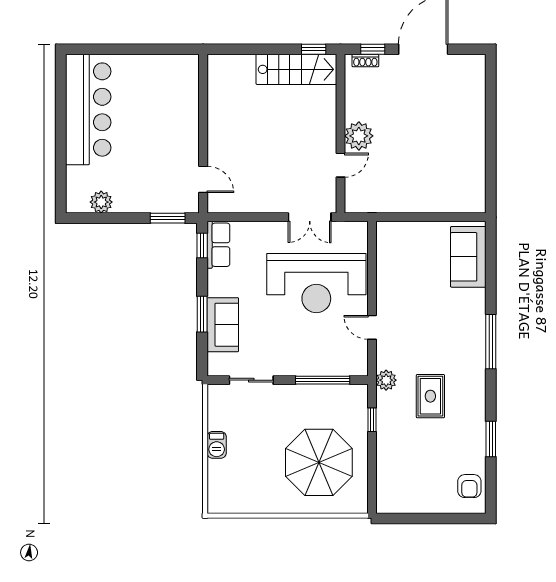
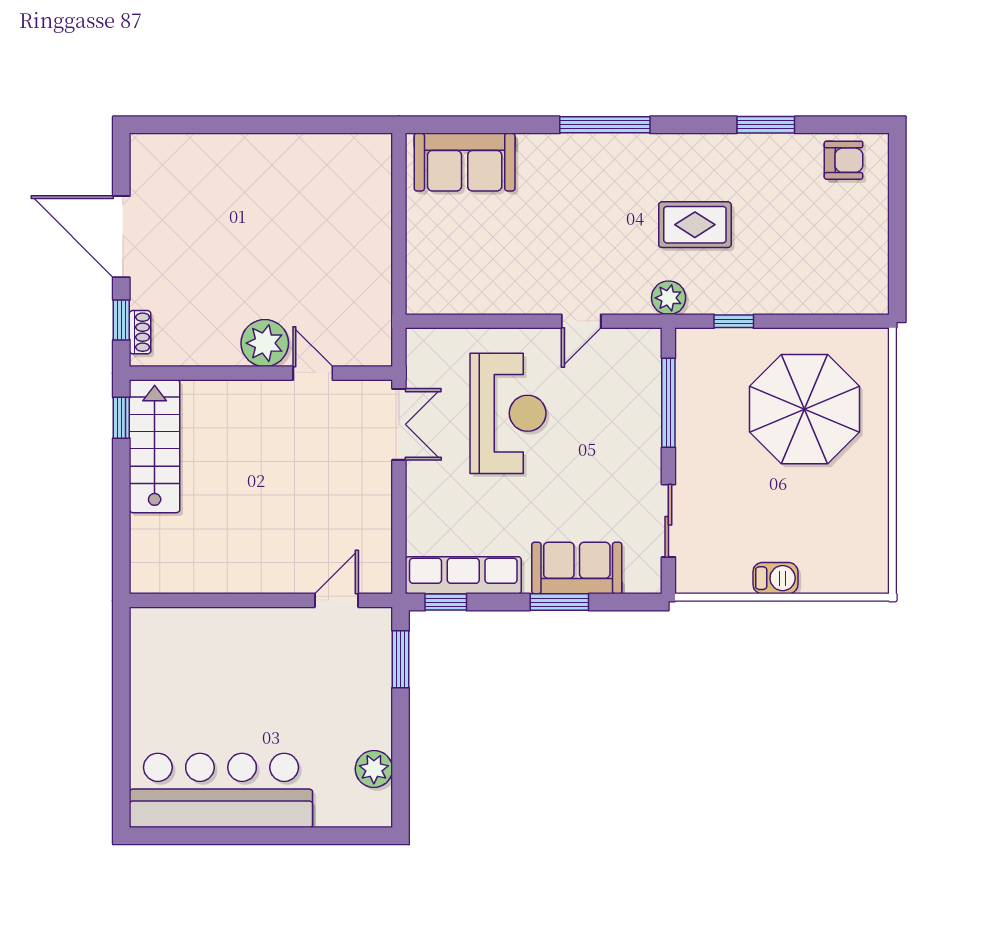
row of seats: (218, 245) -> (463, 575), width x1.48
reception desk: (316, 283) -> (508, 413), width x0.74, depth x0.77

